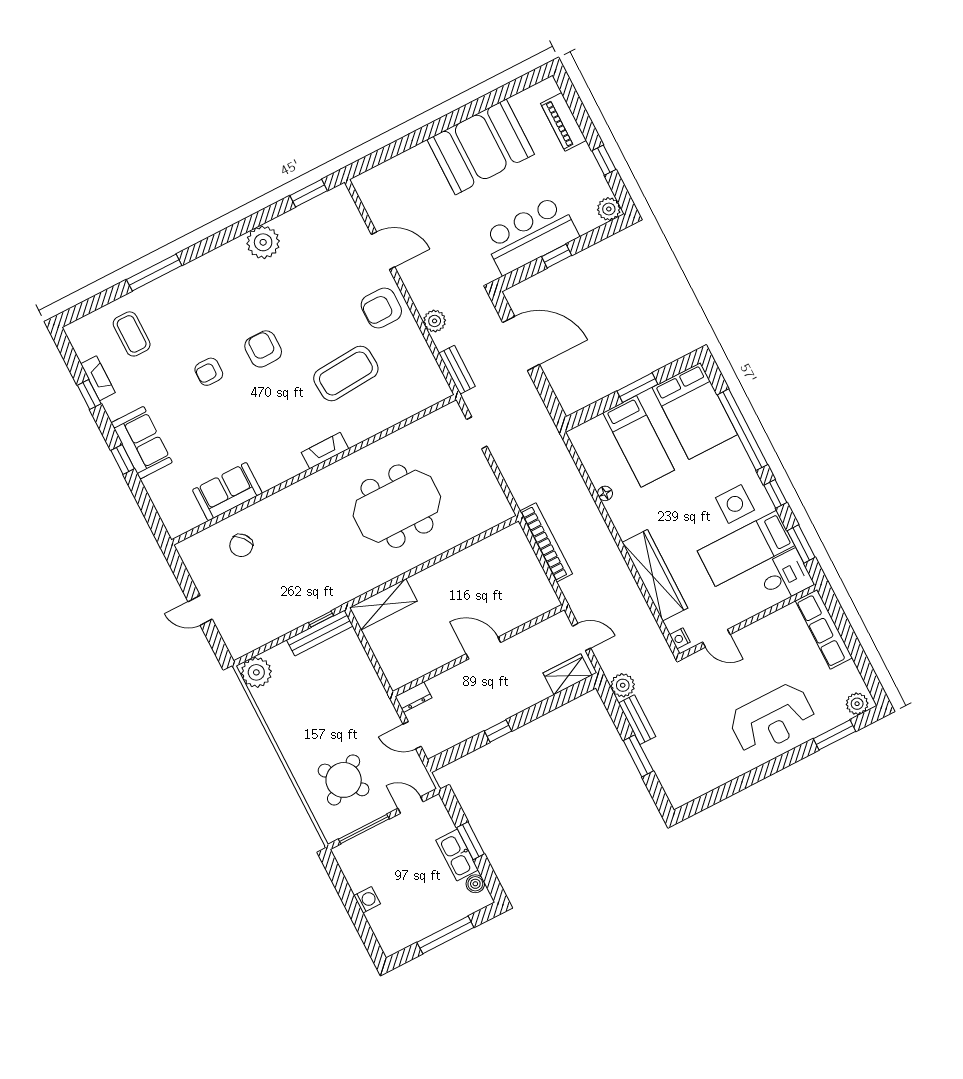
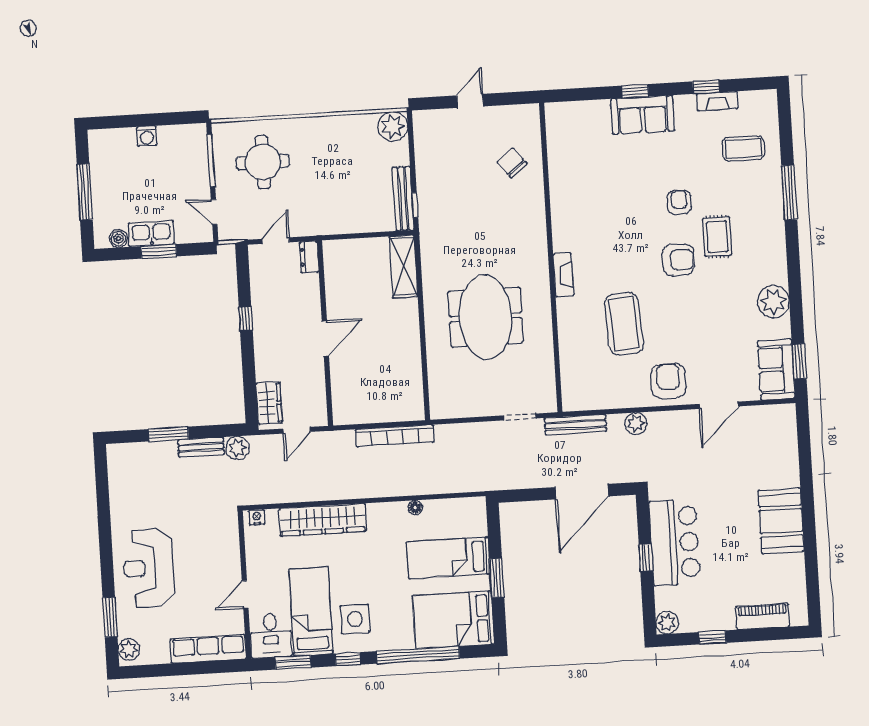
booth: (481, 147) -> (781, 521), width x0.73, depth x0.70
rug: (225, 322) -> (717, 237), added
bench: (457, 370) -> (575, 425), width x1.36
sofa: (227, 492) -> (776, 370), moved, turned 180
door: (716, 638) -> (245, 594), moved
round table: (344, 780) -> (263, 162), turned 36
door: (411, 805) -> (214, 212), swing flipped

